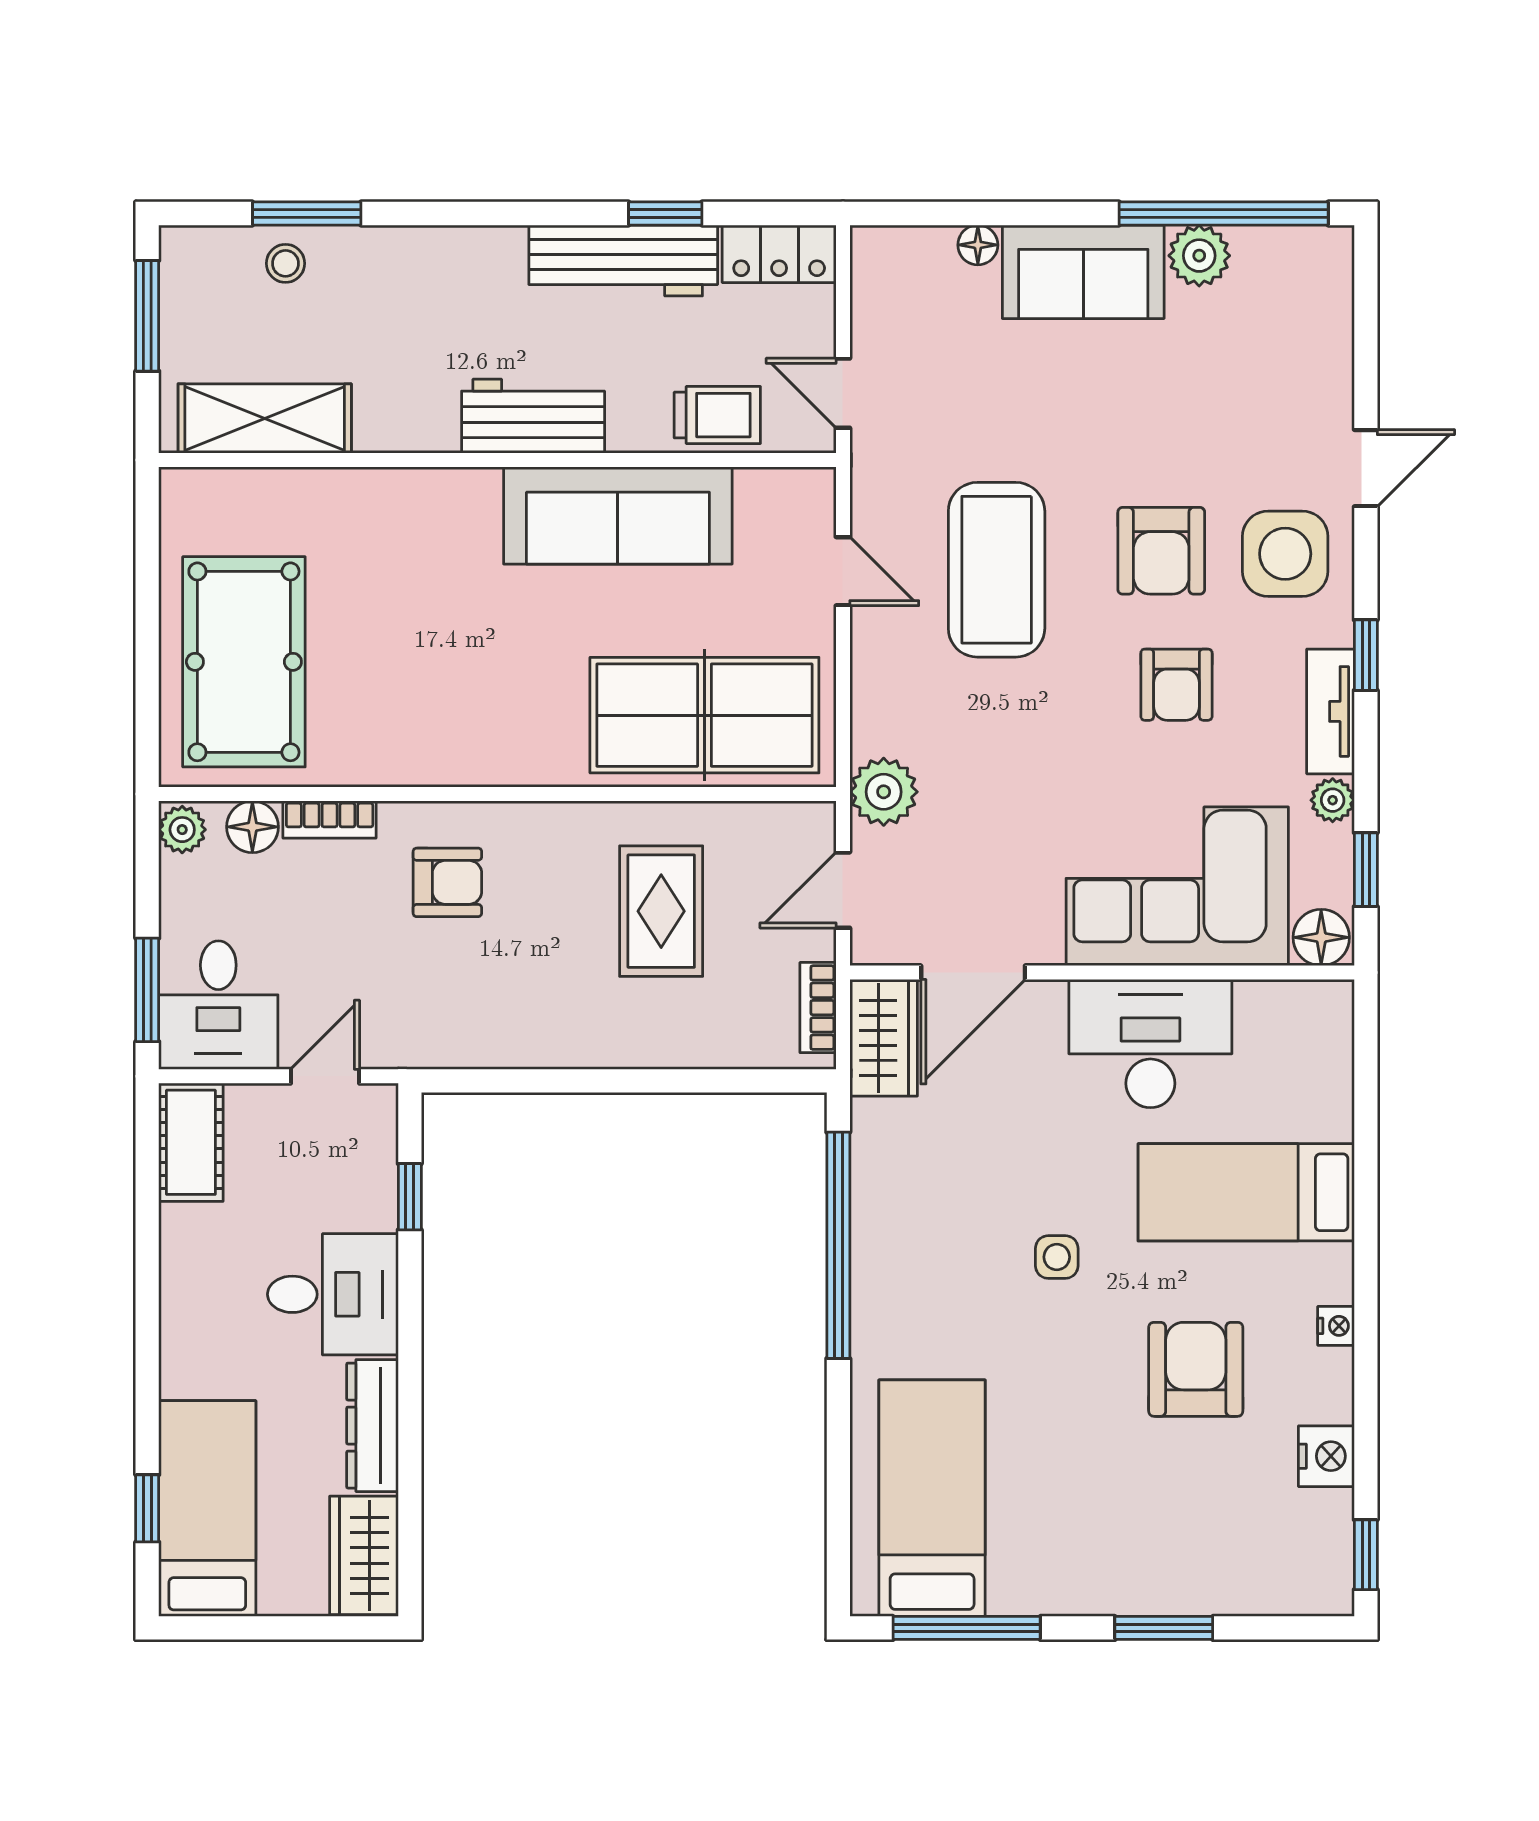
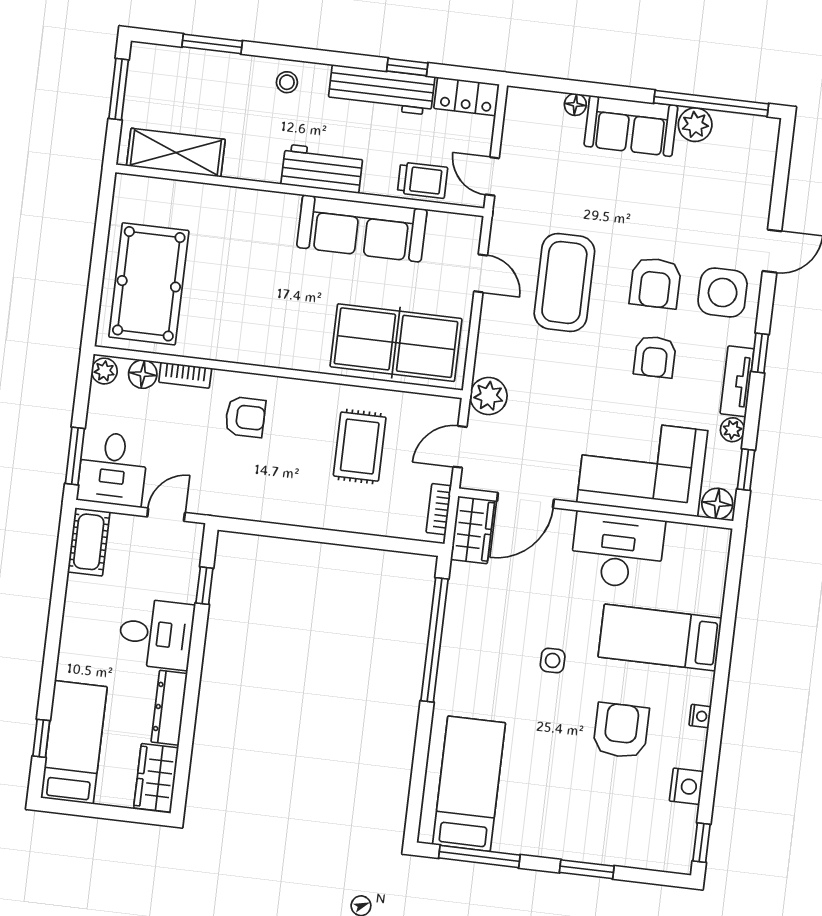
stool: (285, 263) -> (287, 82), moved

